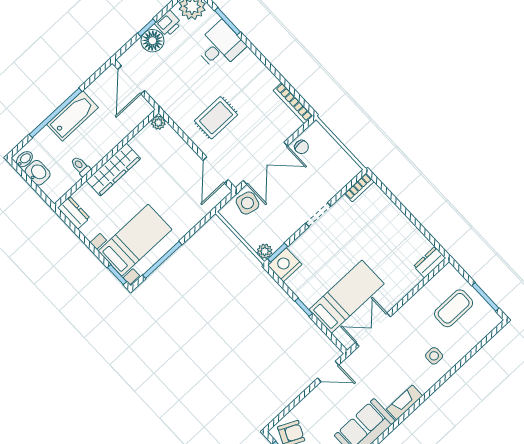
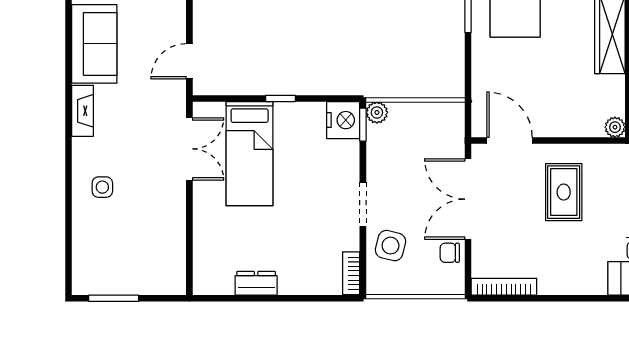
side table: (247, 203) -> (390, 246), moved
dresser: (430, 262) -> (256, 283), moved, turned -90
coffee table: (454, 308) -> (133, 254), removed

